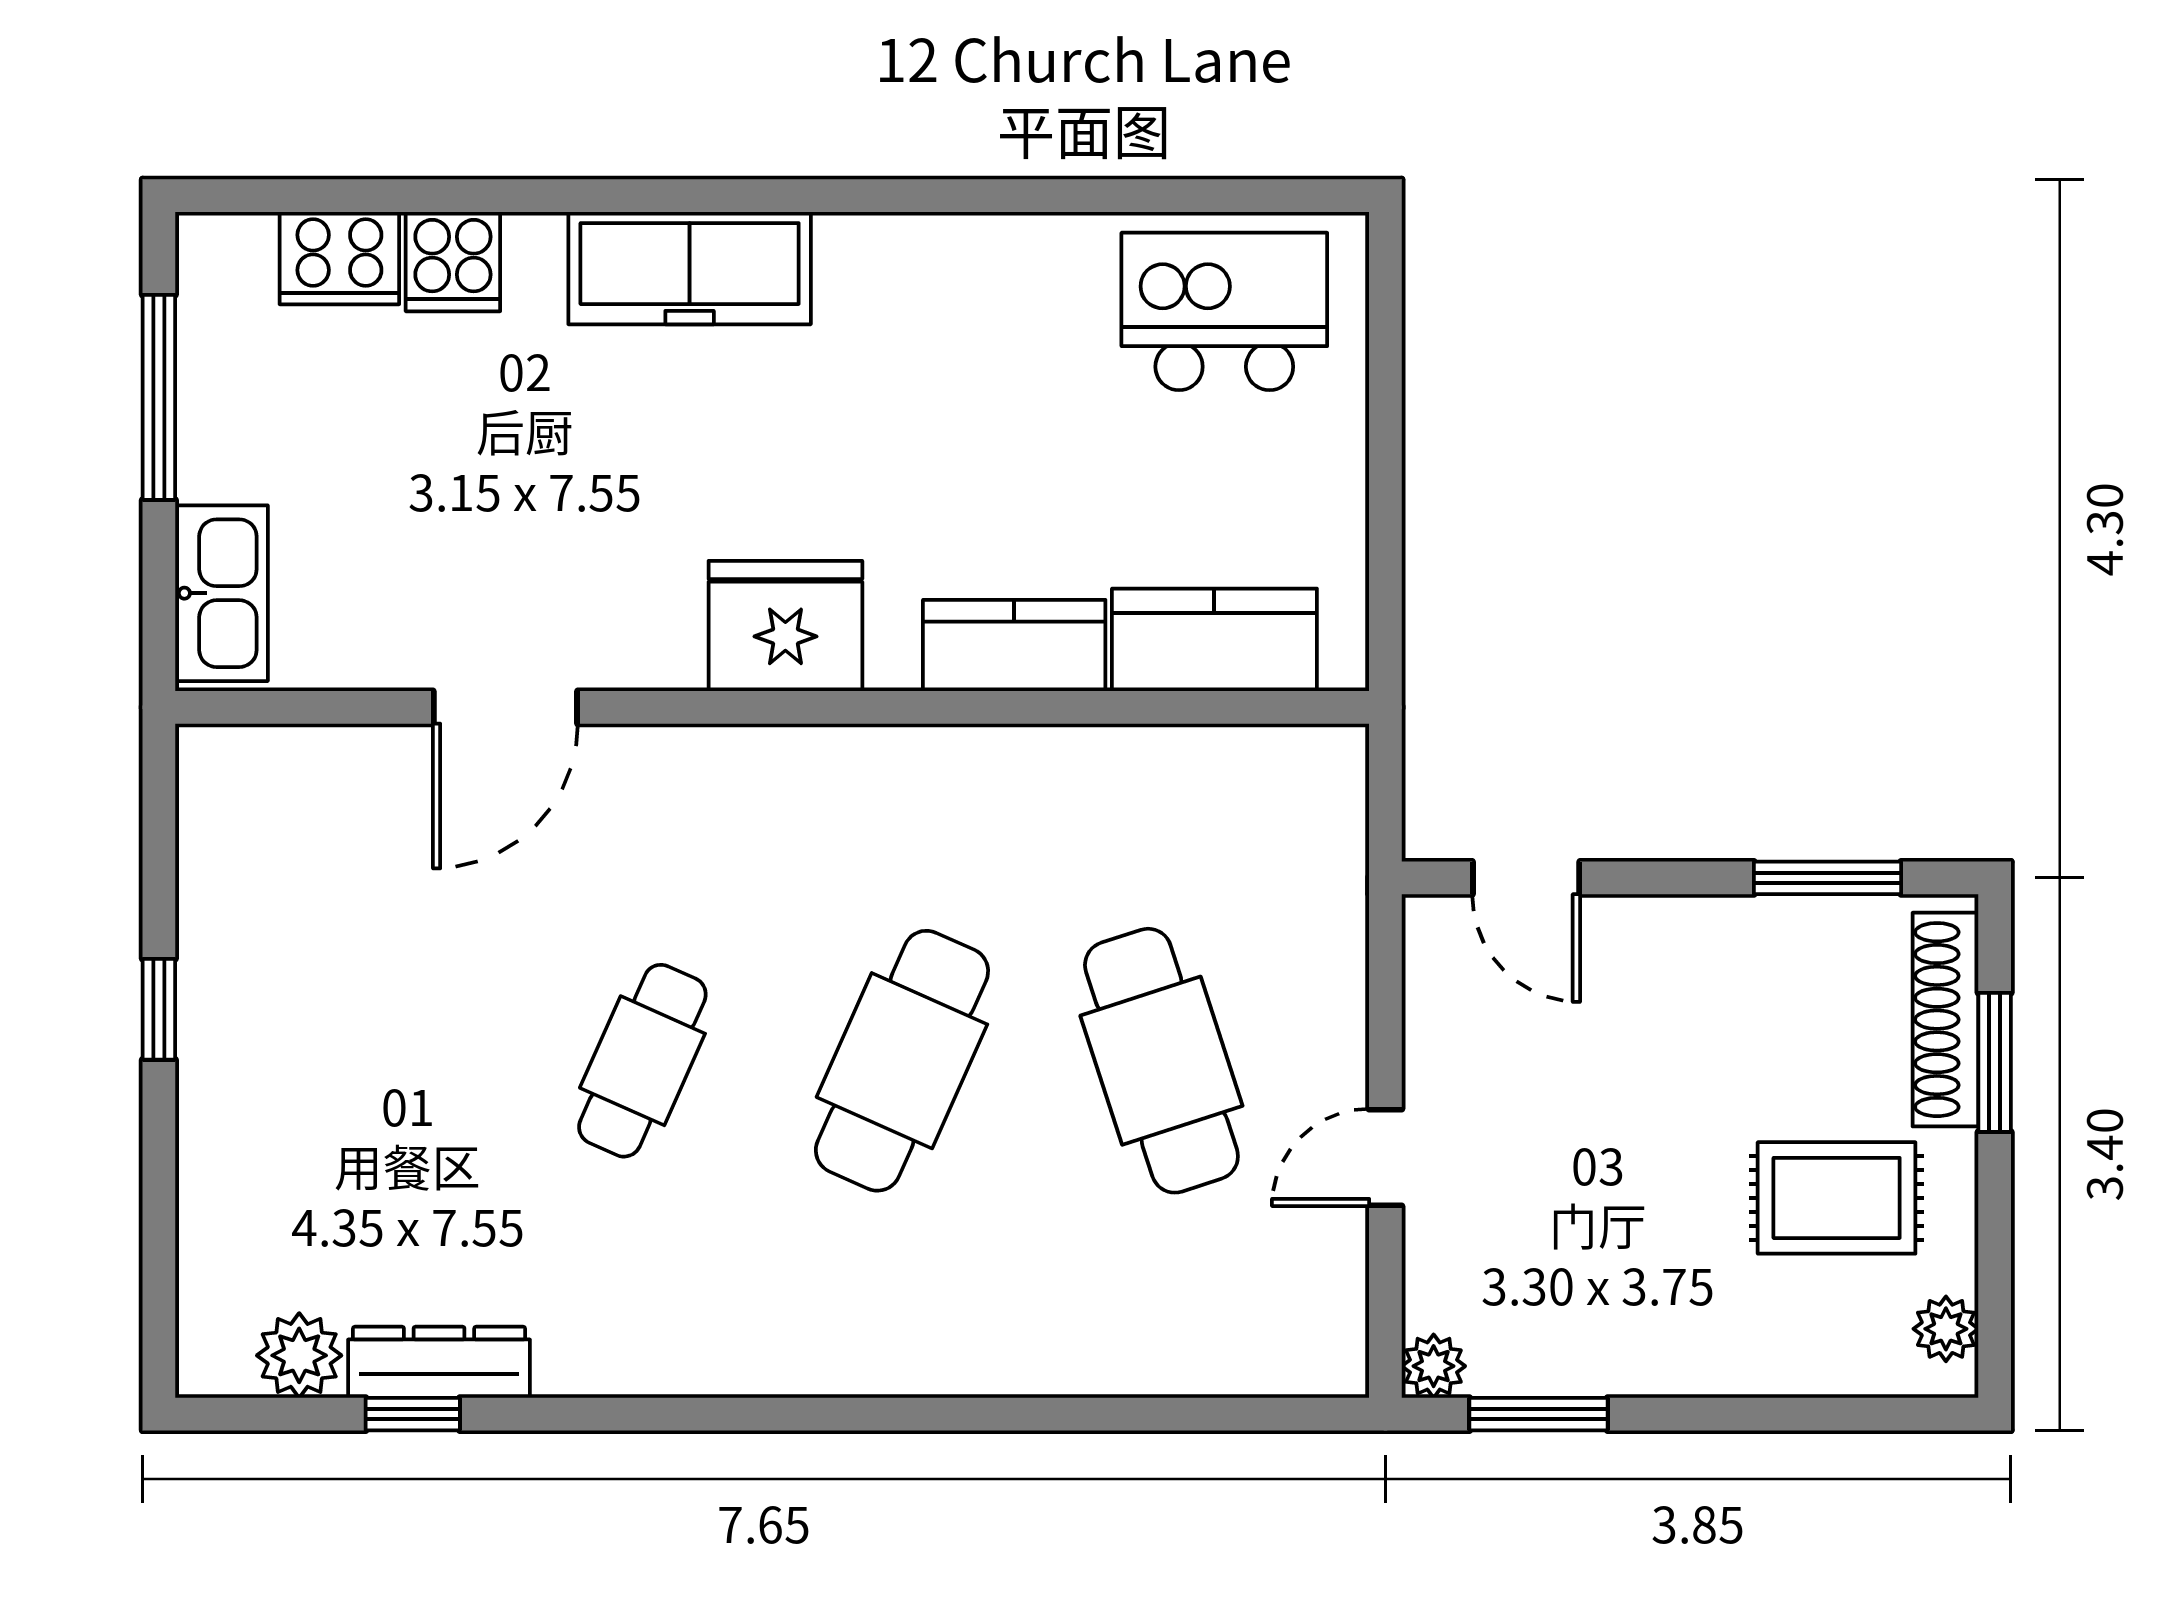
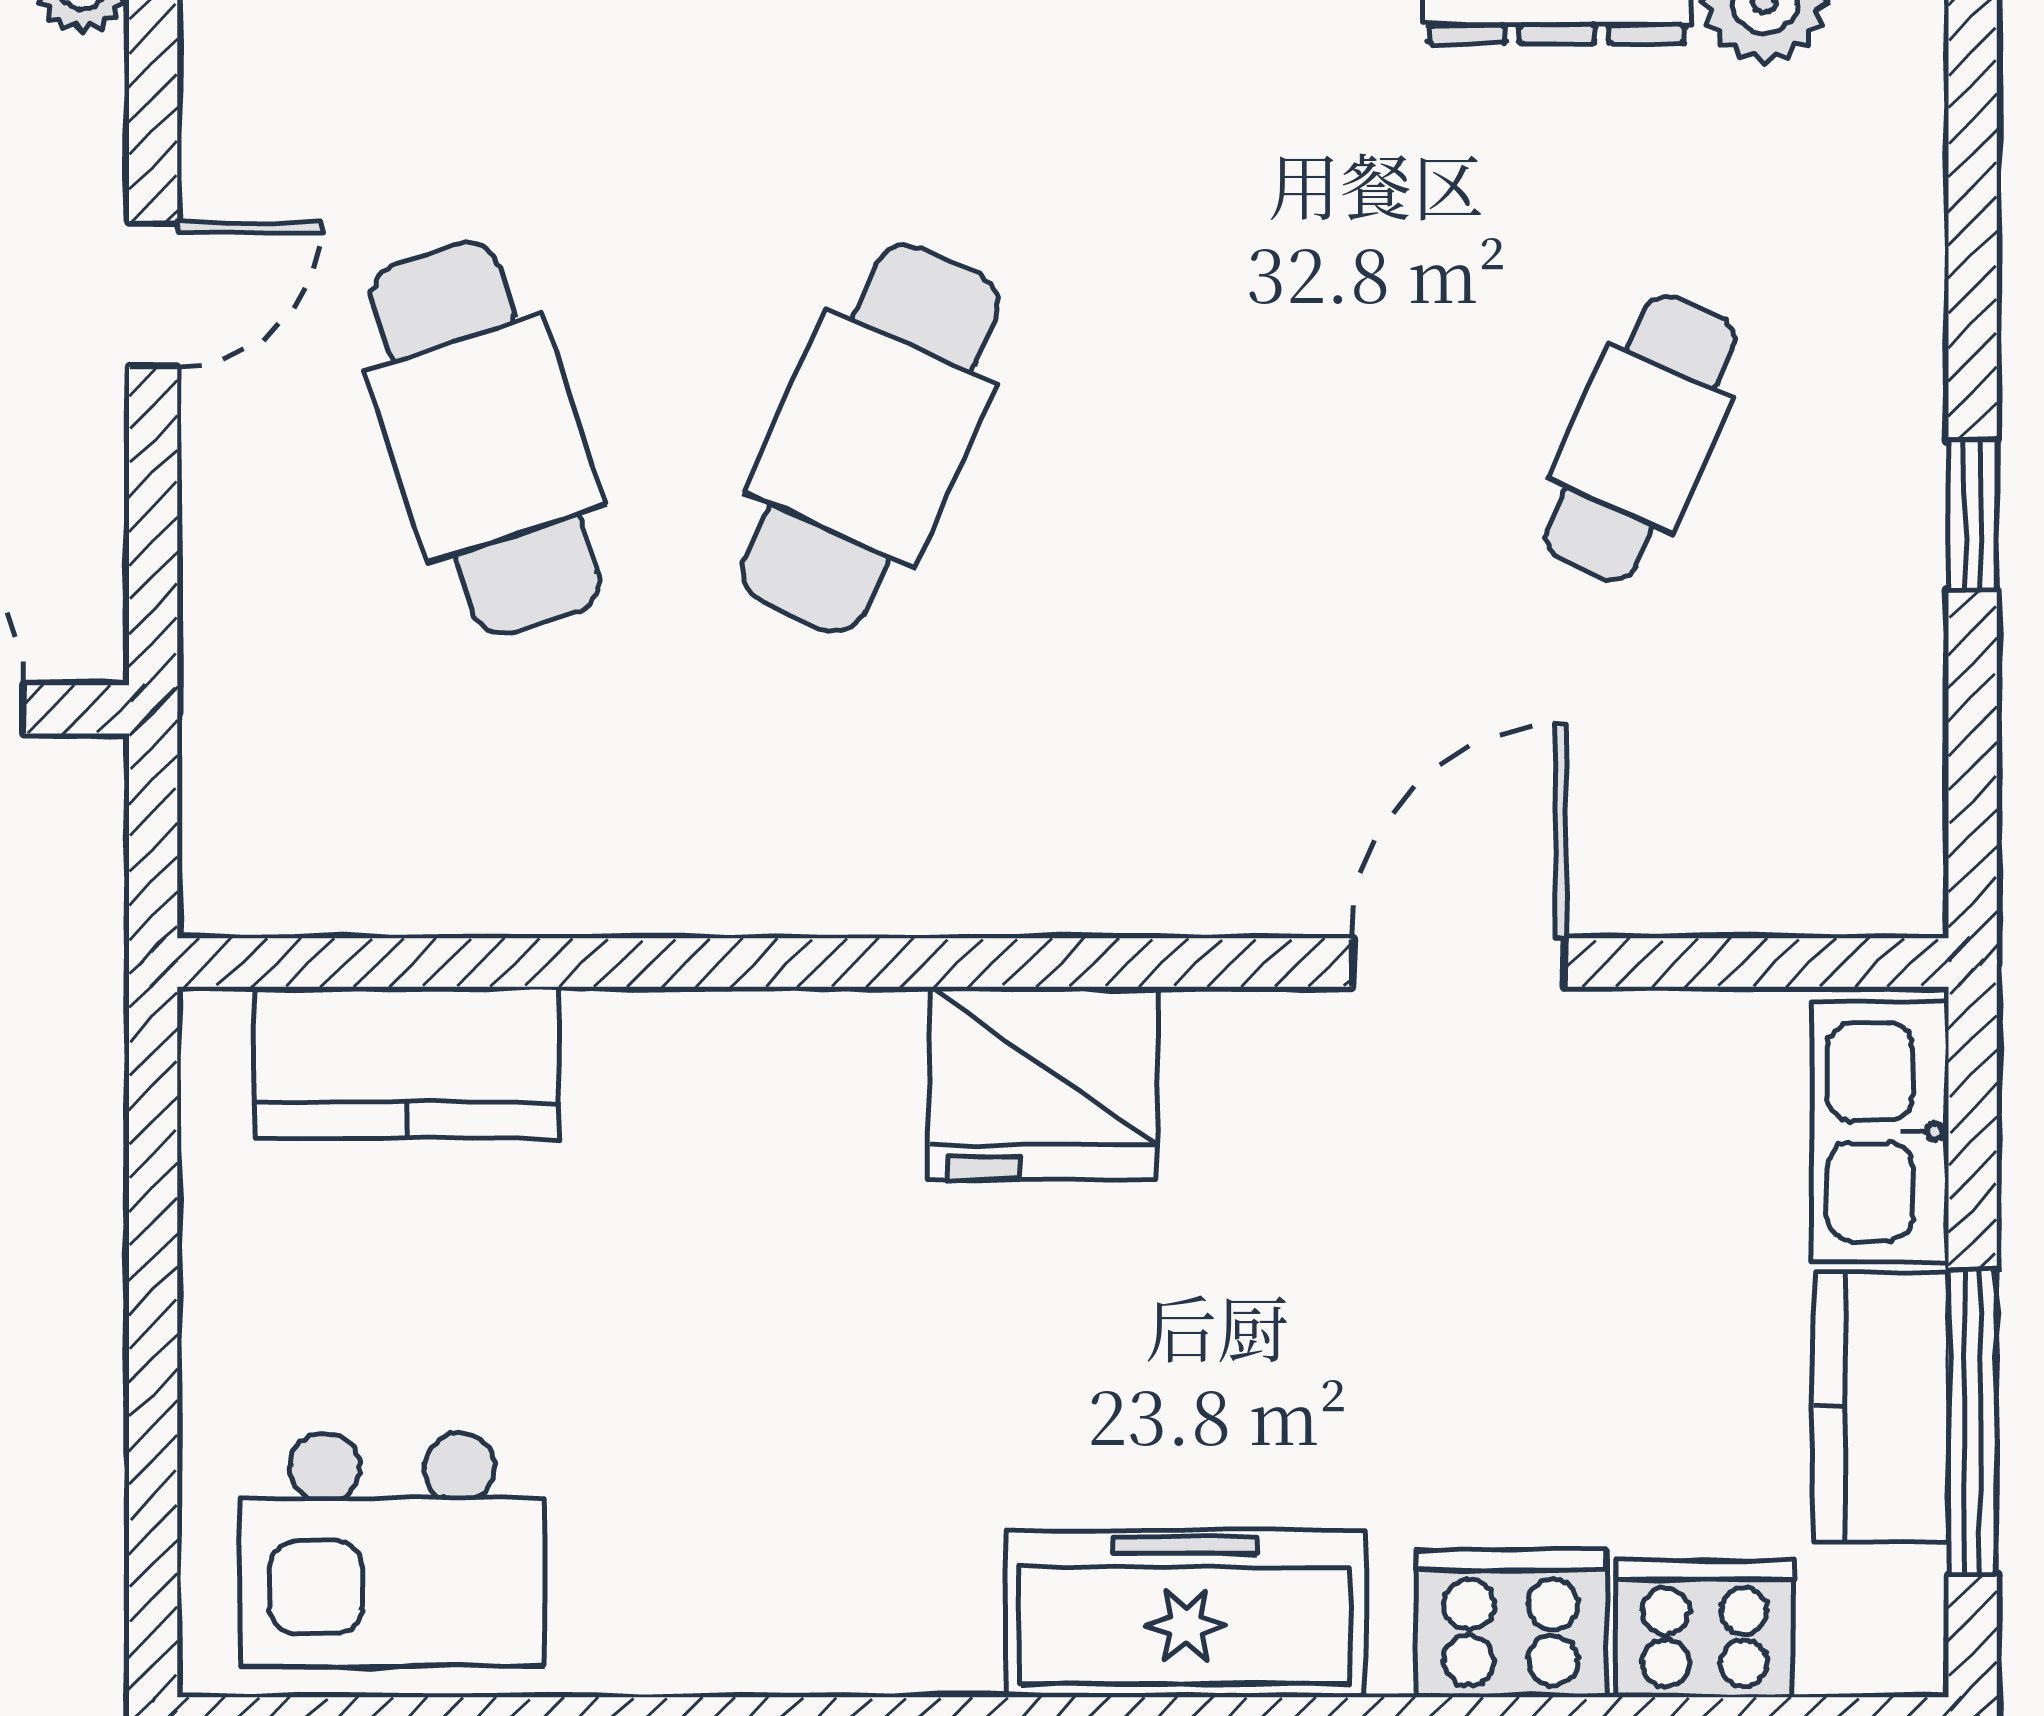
cooker: (453, 262) -> (1511, 1624), width x1.36
kitchen counter: (1014, 645) -> (1881, 1407), moved, turned 90
cafe table: (642, 1061) -> (1640, 438), moved

